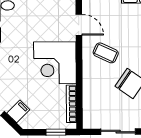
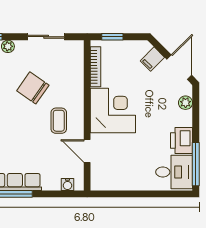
coffee table: (106, 53) -> (59, 121), turned 65

